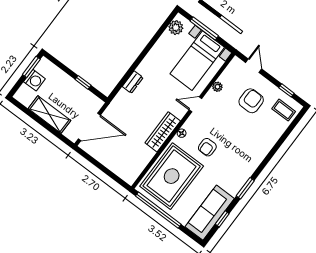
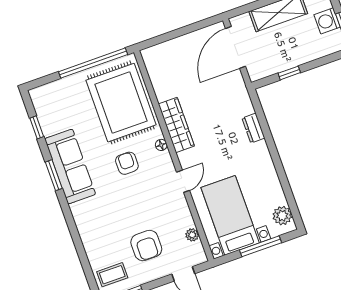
plant: (217, 87) -> (192, 235), moved
sofa: (210, 213) -> (70, 167), moved

